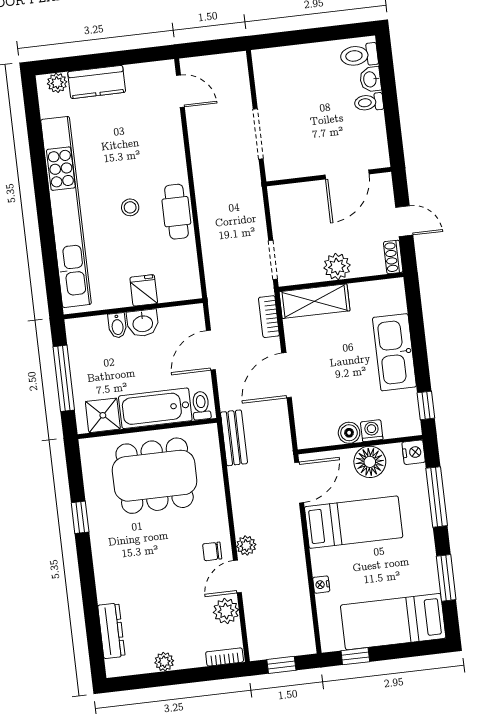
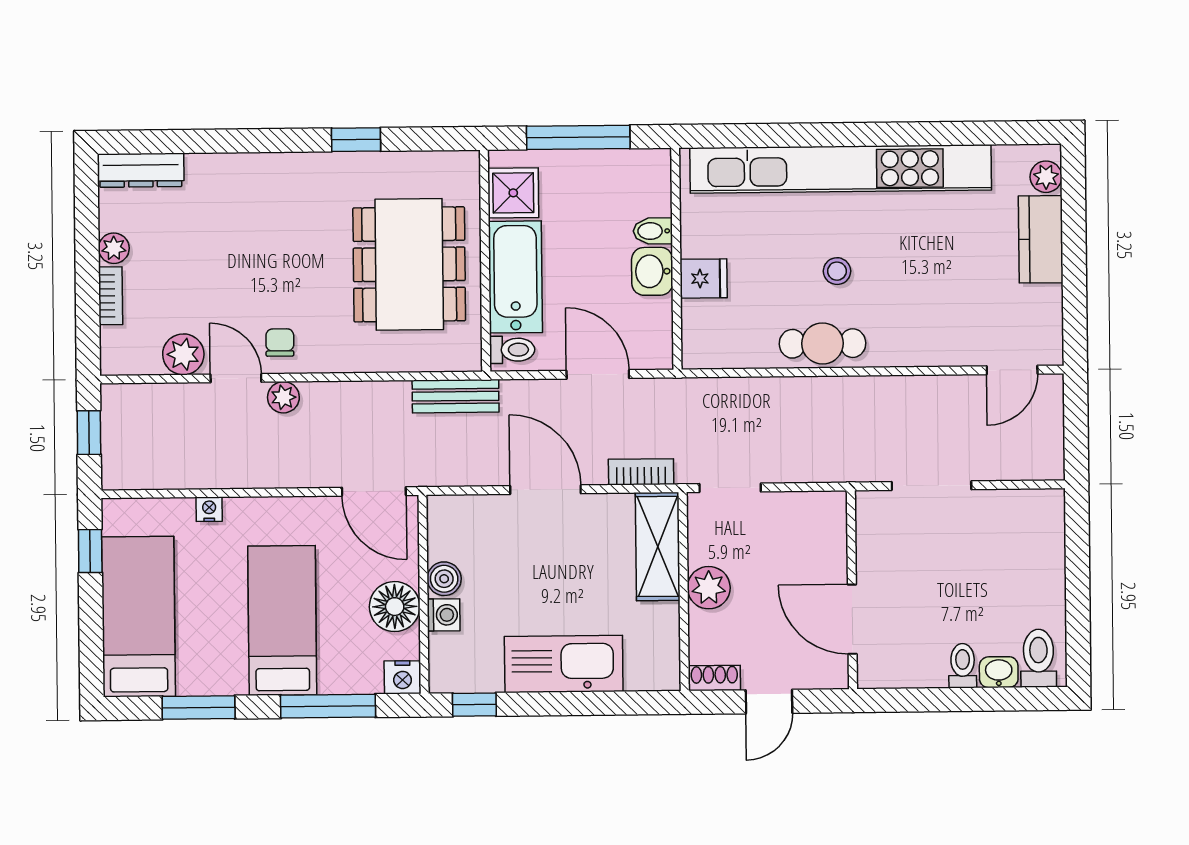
bed: (354, 522) -> (282, 620), moved, turned 180
dresser: (111, 631) -> (141, 170), moved
bookcase: (225, 657) -> (111, 296), moved

